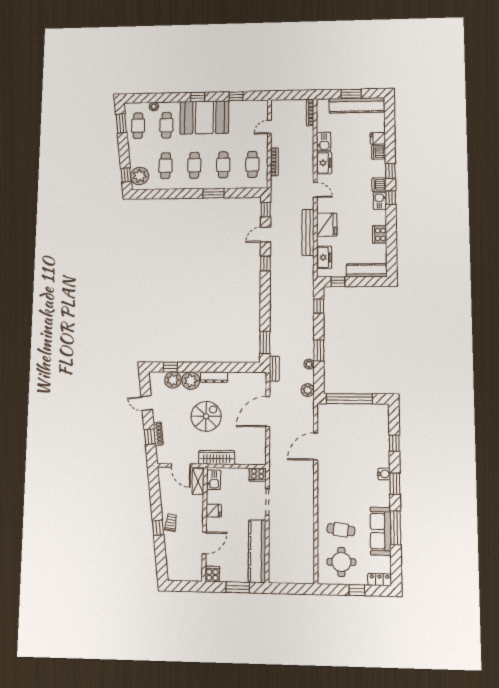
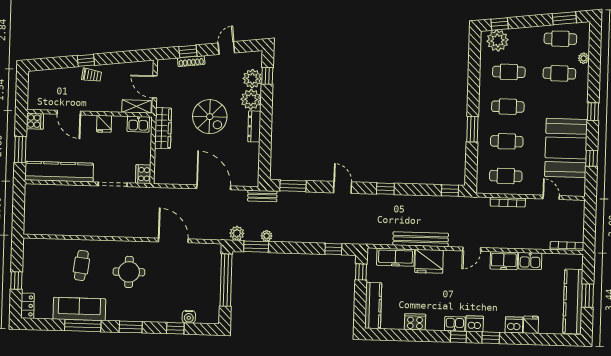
booth: (204, 117) -> (566, 148), moved
door: (266, 235) -> (343, 187), moved
freezer: (324, 257) -> (396, 257), width x1.40
window: (319, 350) -> (256, 247), moved
door: (181, 466) -> (155, 87), hinge flipped
water cooler: (384, 474) -> (189, 317), moved
round table: (341, 562) -> (129, 272), moved

